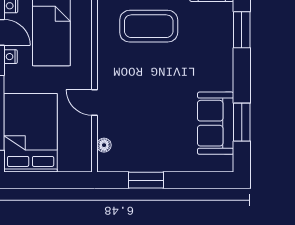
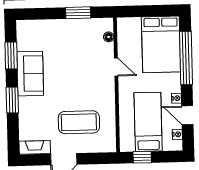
window: (242, 30) -> (12, 100), moved
sofa: (216, 123) -> (30, 74), moved

